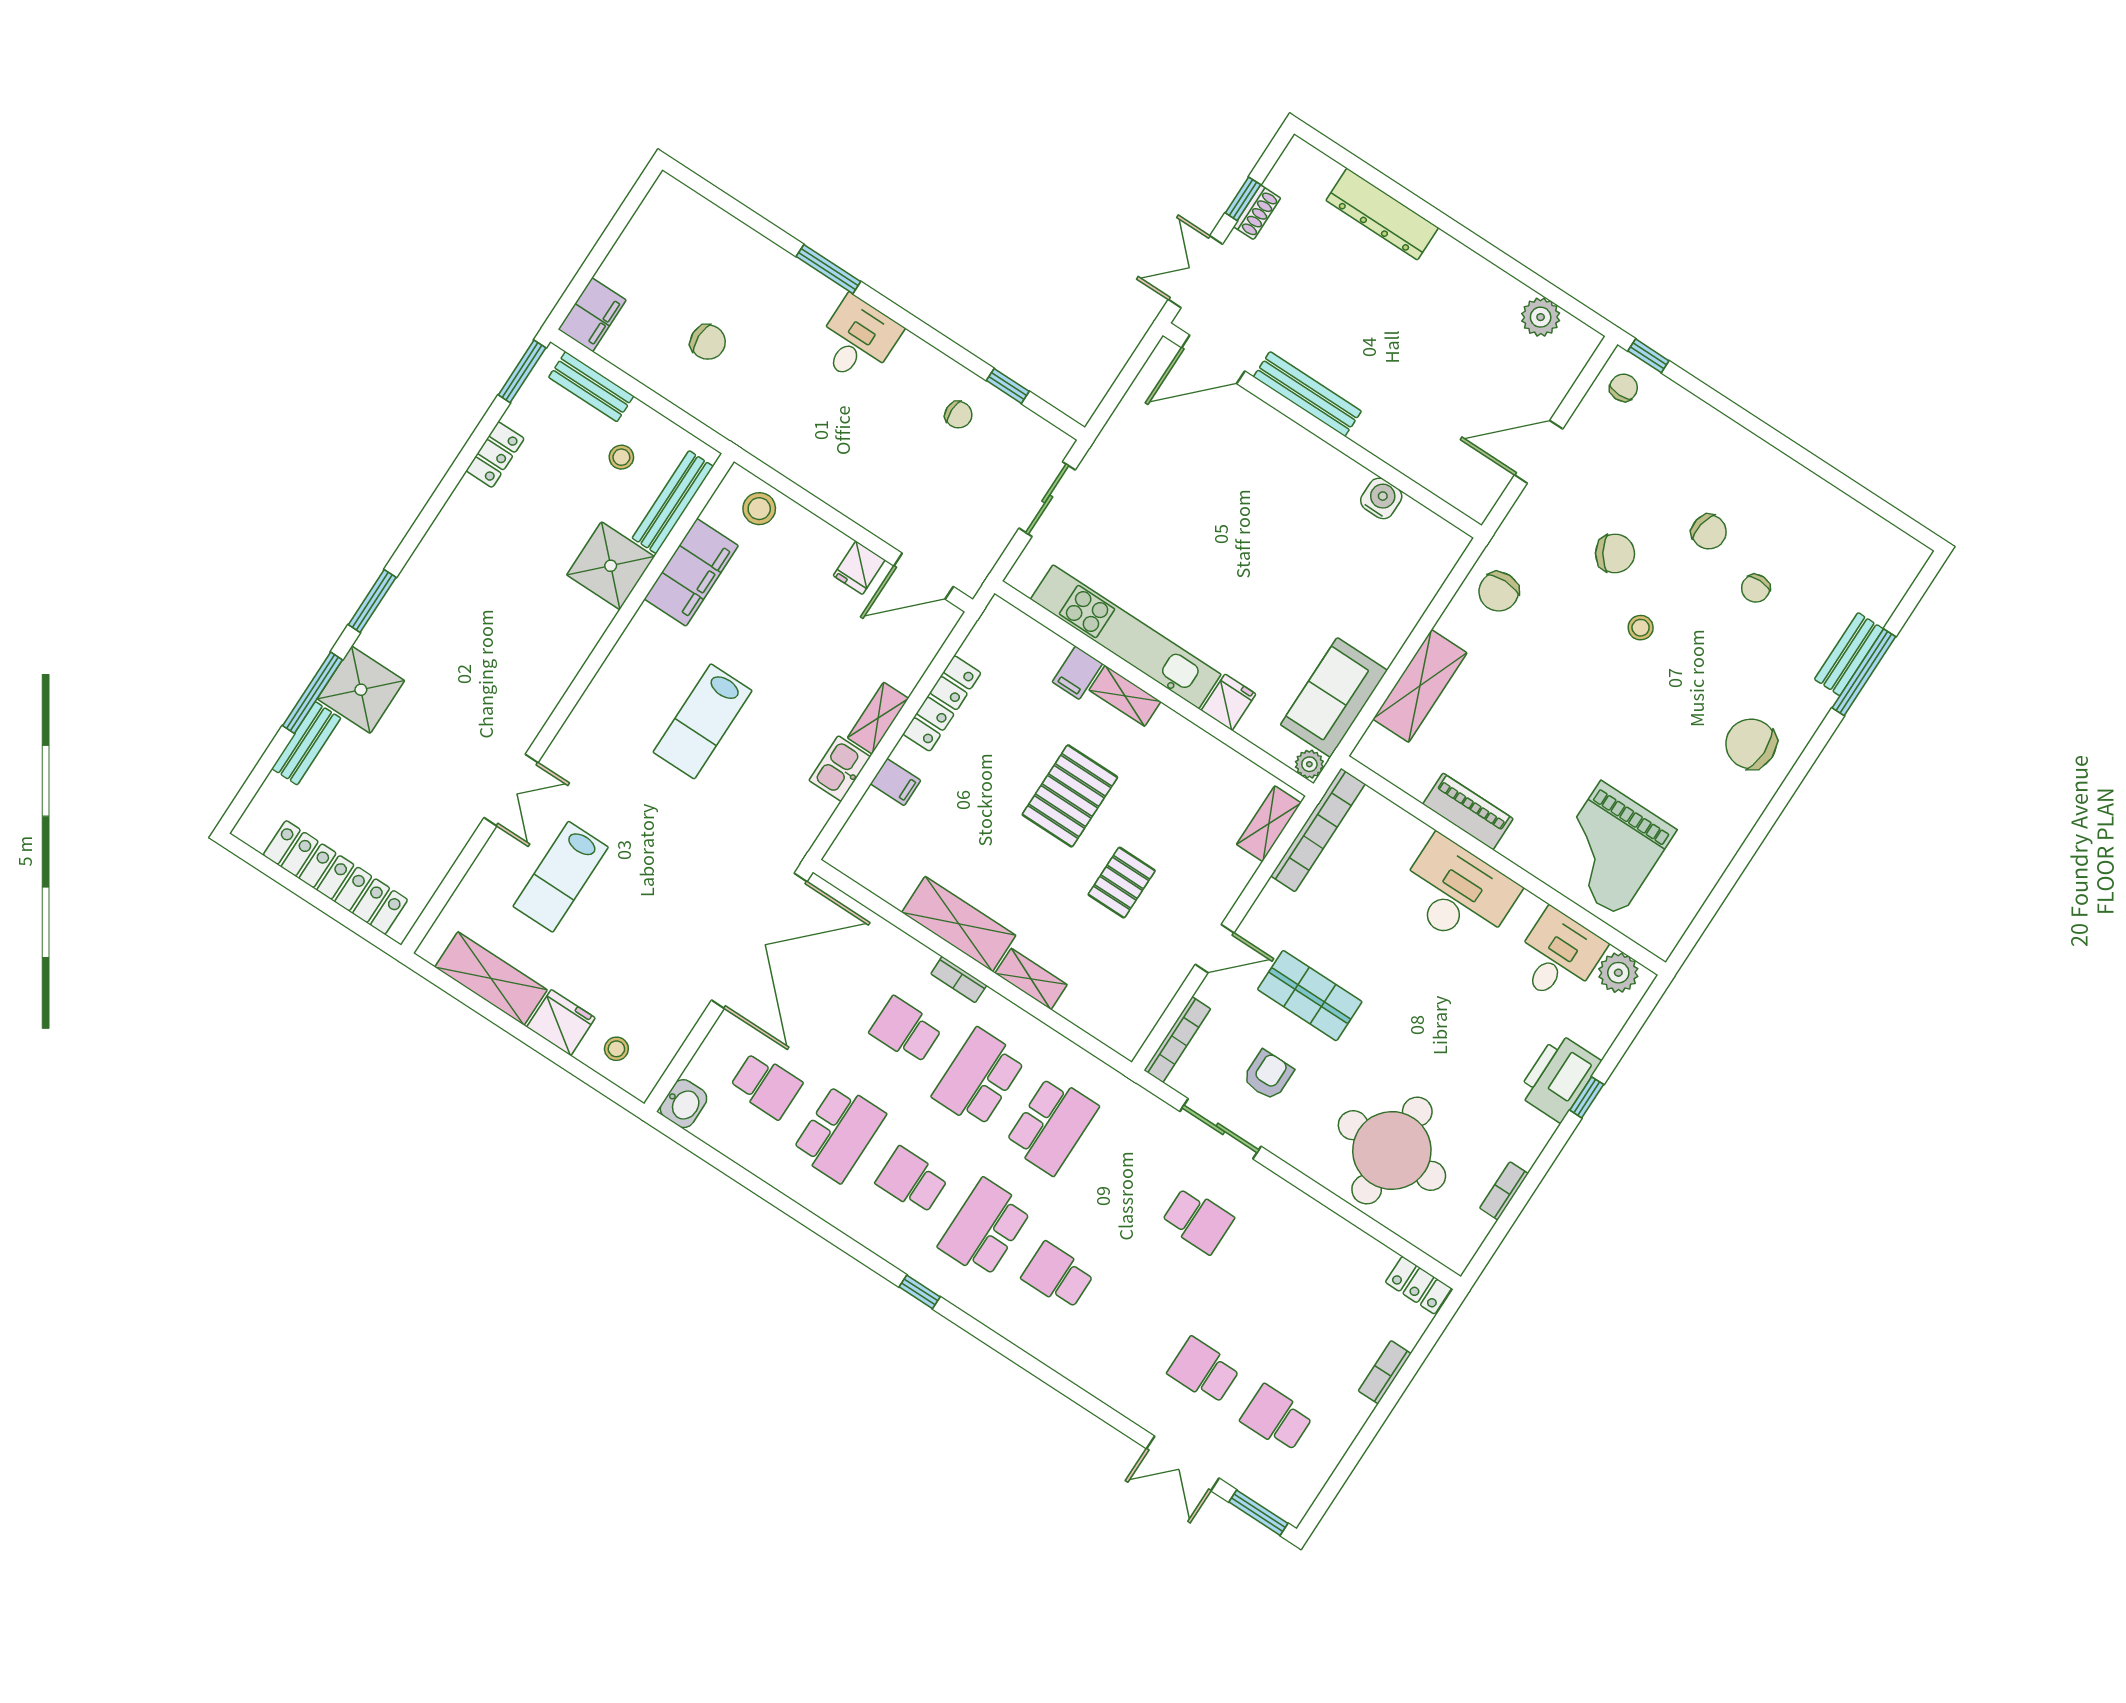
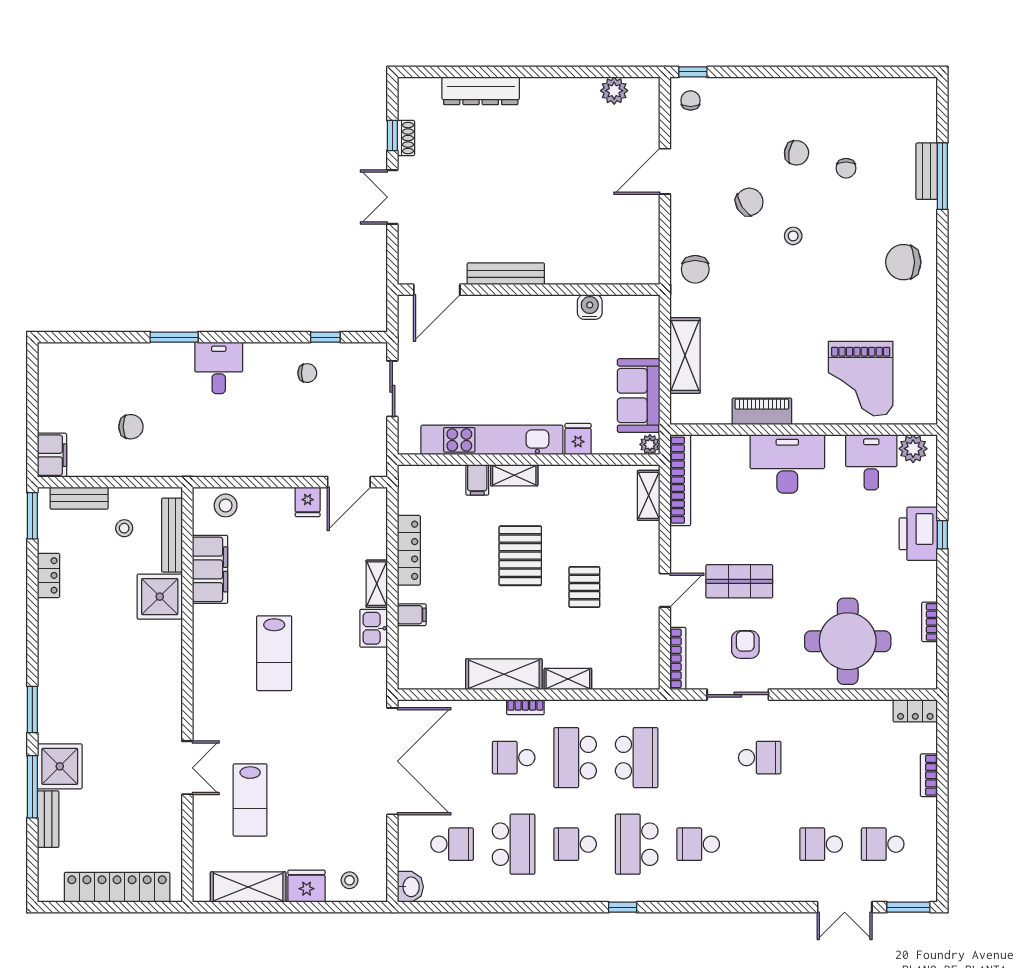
door: (1213, 359) -> (437, 290), moved
bench: (1307, 394) -> (506, 274), moved
wall: (1322, 430) -> (529, 290), moved
water cooler: (1381, 498) -> (590, 307), moved

